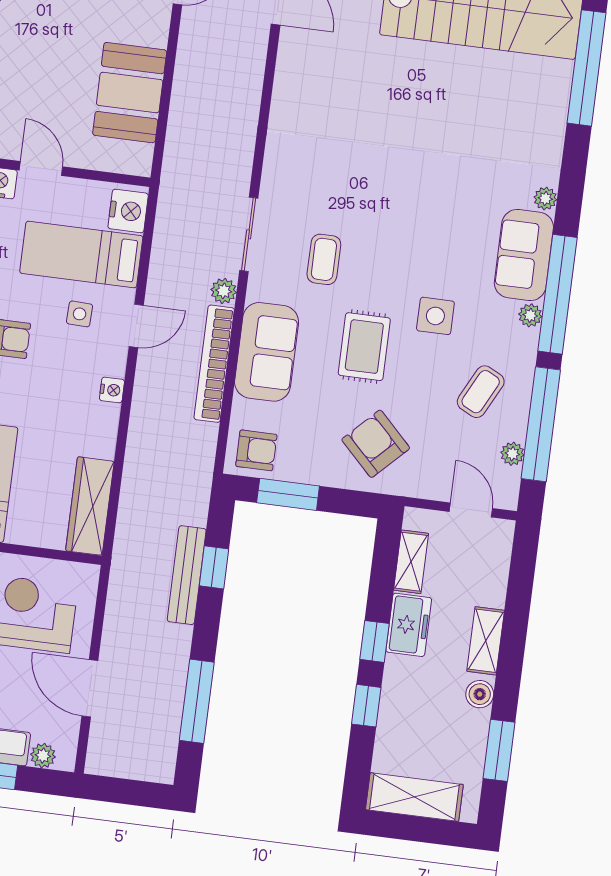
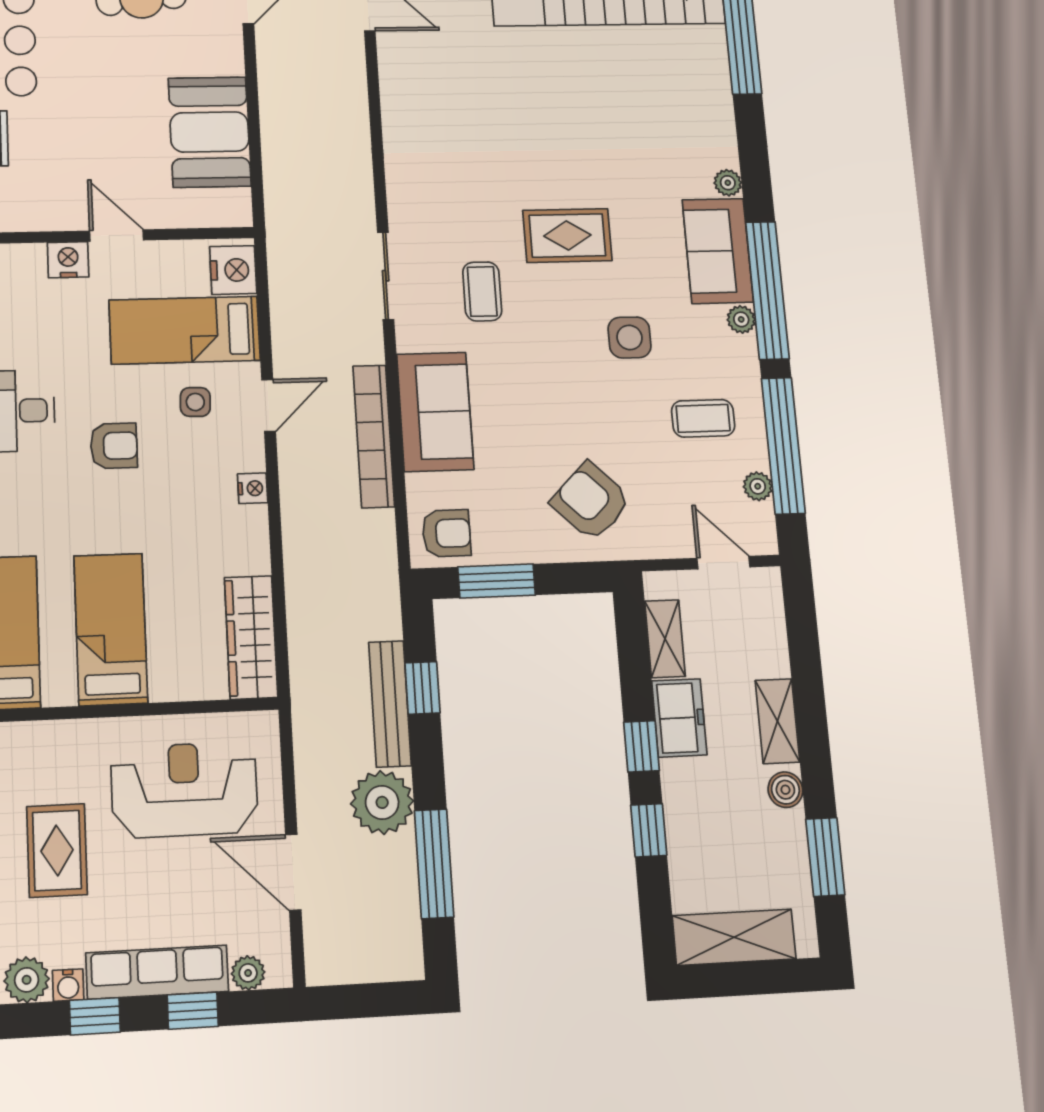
plant: (224, 291) -> (382, 802), moved, width x1.87, depth x1.87
rug: (364, 347) -> (567, 236), moved, turned 90
coffee table: (481, 392) -> (703, 418), turned 63

